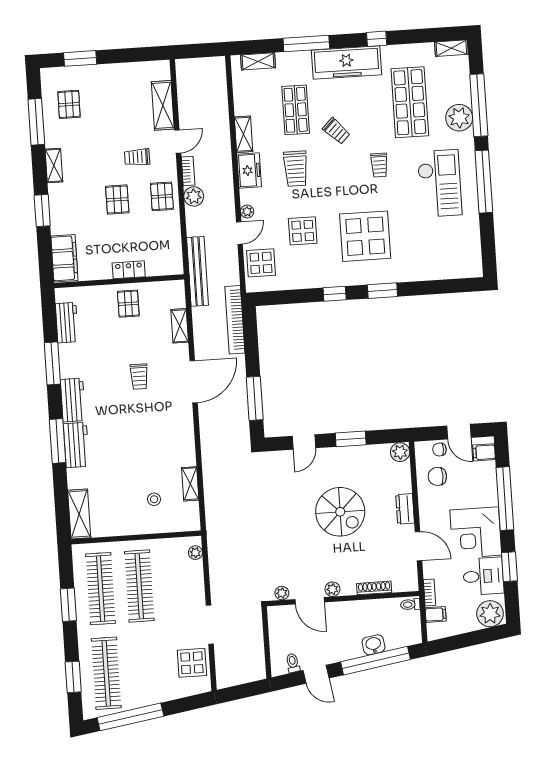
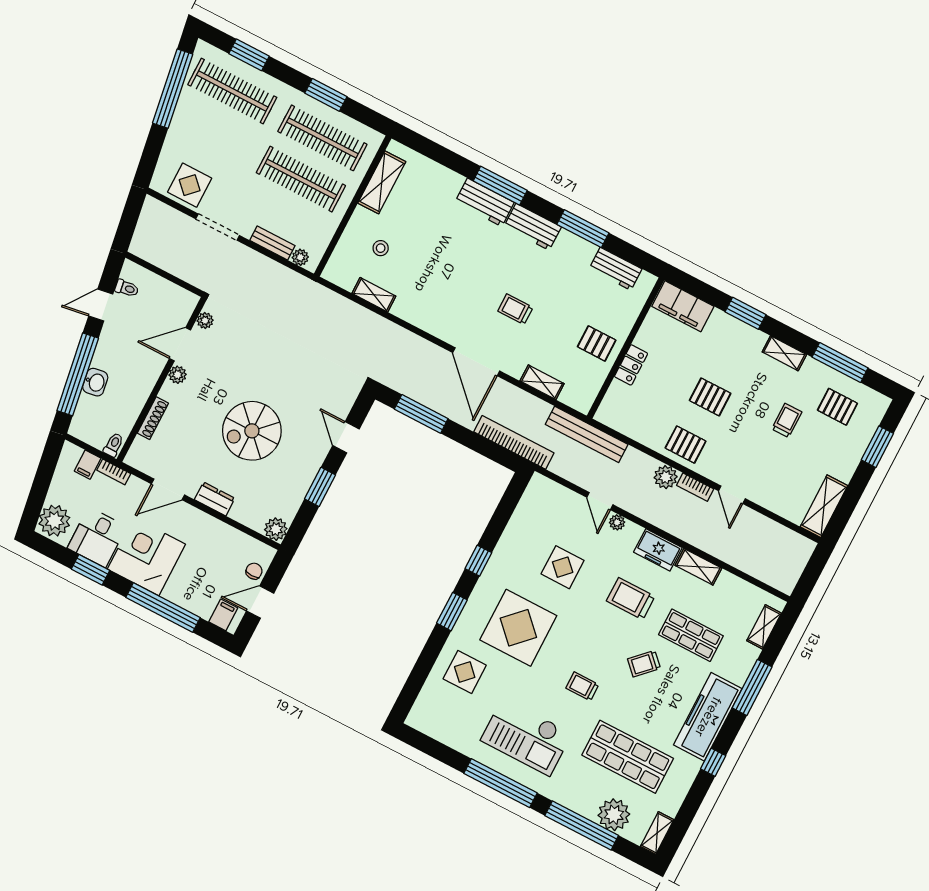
shelving: (163, 105) -> (824, 506), moved, turned 90
plant: (459, 118) -> (614, 815), moved
trolley: (137, 157) -> (787, 420), moved
display table: (261, 263) -> (465, 672), moved
chair: (437, 476) -> (228, 552), removed
shelving: (79, 514) -> (382, 182), moved, turned 90
bench: (197, 579) -> (272, 243), added

